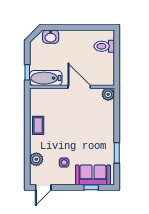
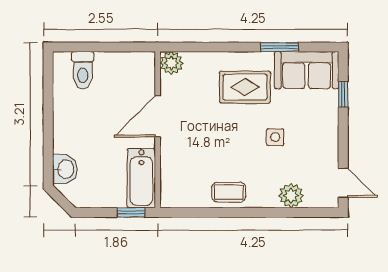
rug: (95, 134) -> (245, 87), added
side table: (64, 163) -> (275, 137), moved
sofa: (93, 175) -> (307, 70), moved, turned -90

